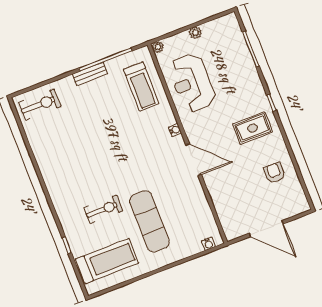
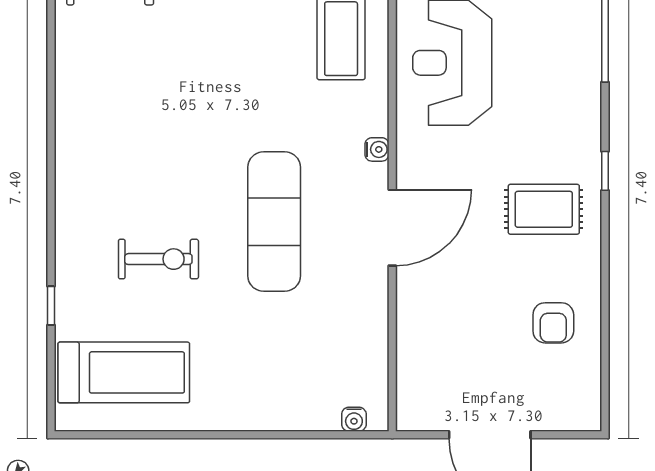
door: (194, 160) -> (392, 228), hinge flipped
armchair: (274, 173) -> (553, 323), turned 180
exercise mat: (150, 221) -> (274, 222), moved

